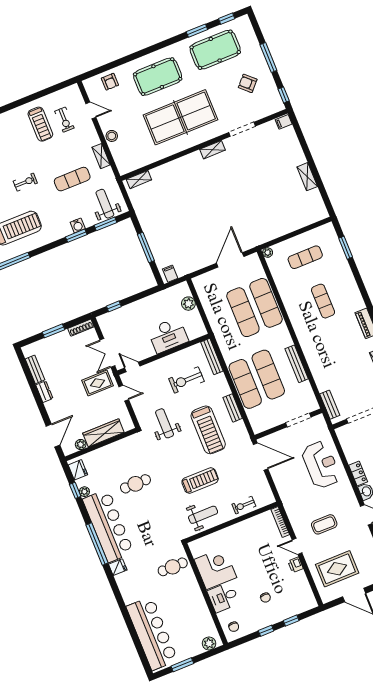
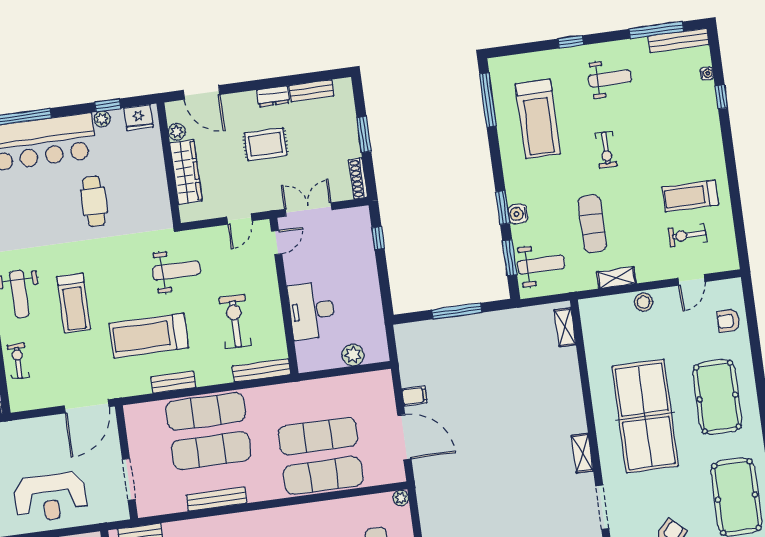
filing cabinet: (170, 274) -> (414, 396), moved
rug: (98, 383) -> (265, 144), moved, turned 90

